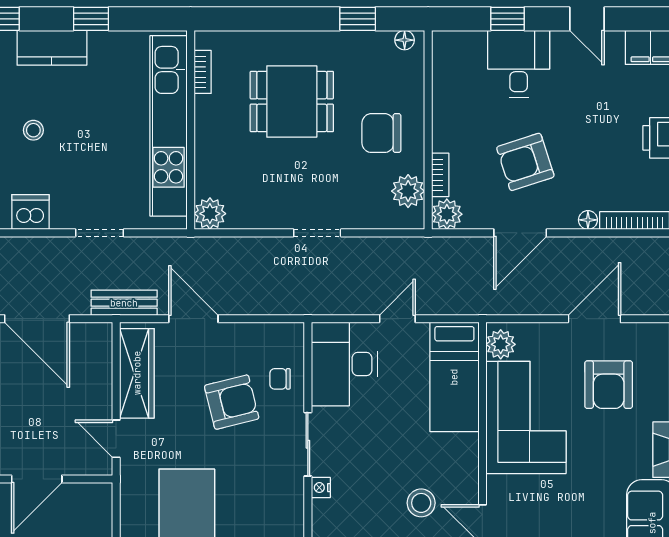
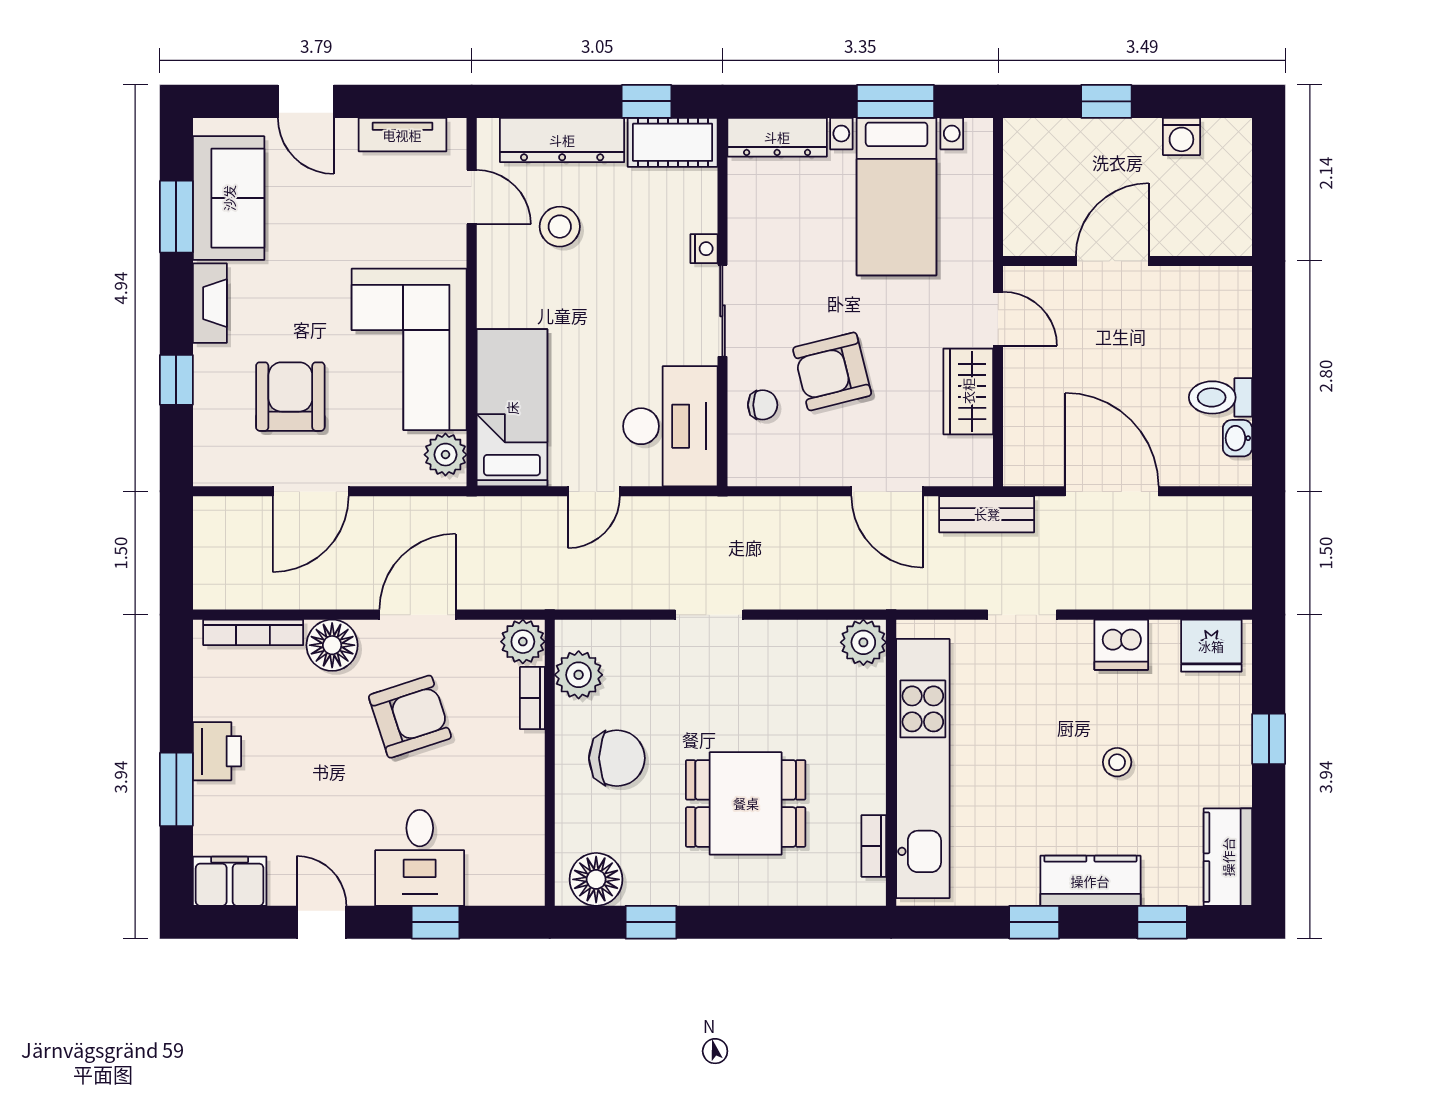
floor lamp: (405, 40) -> (596, 879), width x1.89, depth x1.89
floor lamp: (588, 220) -> (332, 645), width x1.89, depth x1.89
wardrobe: (137, 373) -> (968, 391), width x0.67

